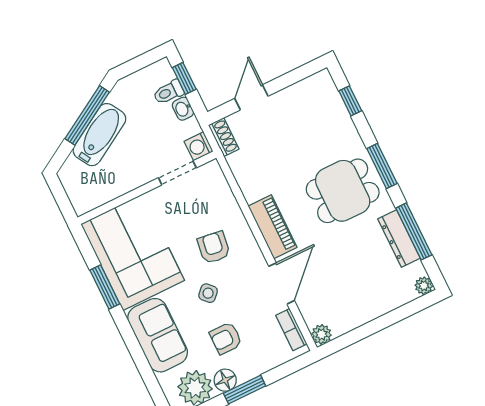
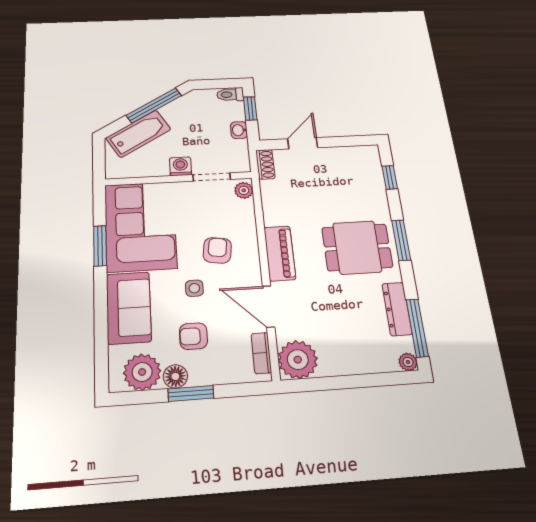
toilet: (168, 92) -> (230, 95), moved
bathtub: (99, 135) -> (139, 134), moved
washing machine: (199, 146) -> (180, 166), moved, turned 90
plant: (214, 174) -> (244, 190), added
window: (414, 231) -> (417, 328), moved
door: (282, 283) -> (269, 306), swing flipped
side table: (208, 293) -> (194, 288), turned 45
plant: (322, 334) -> (298, 360), width x1.88, depth x1.88

